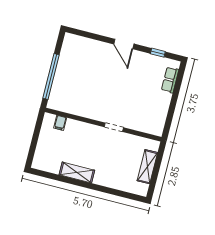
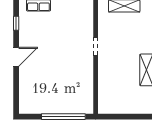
filing cabinet: (60, 123) -> (104, 97), removed

